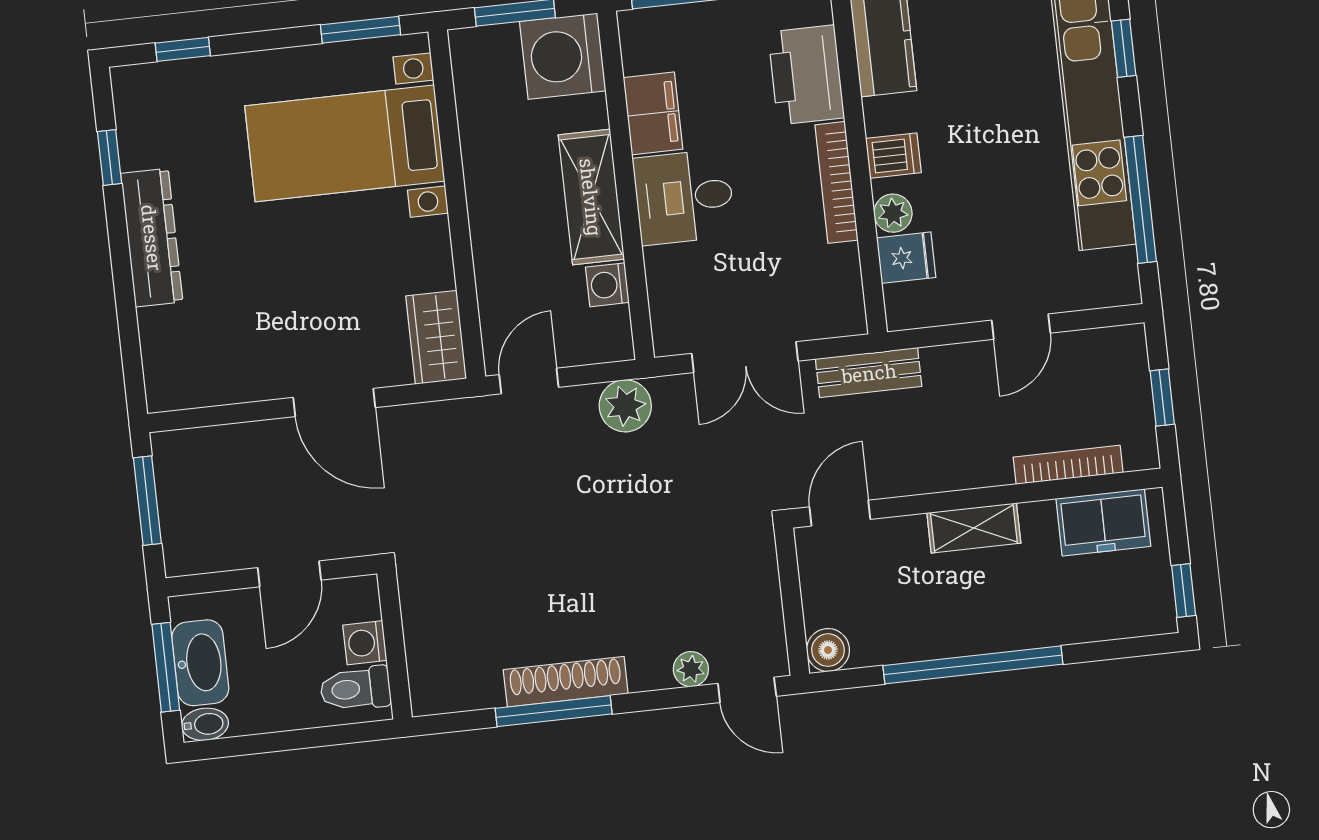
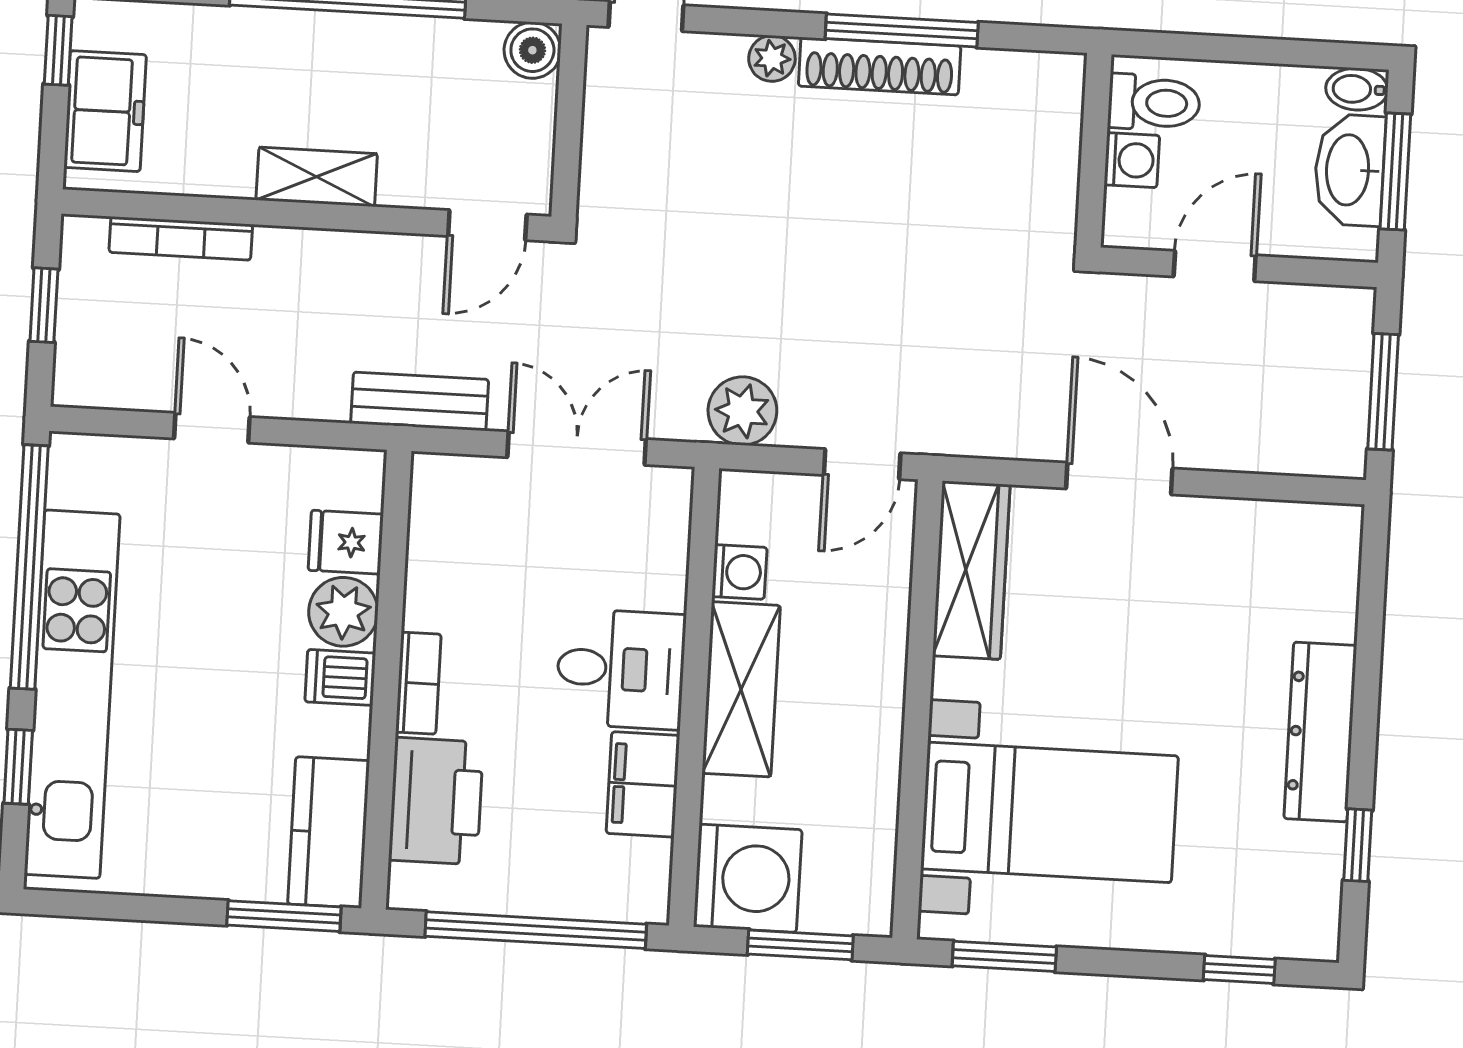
bookcase: (836, 182) -> (418, 683), width x0.64
window: (1140, 199) -> (29, 567), width x1.46
plant: (893, 213) -> (343, 612), width x1.38, depth x1.38
door: (1021, 327) -> (212, 428), hinge flipped
wardrobe: (436, 337) -> (971, 570), width x1.50
freezer: (1103, 522) -> (105, 111), moved, turned 90
plant: (691, 669) -> (772, 58), moved

